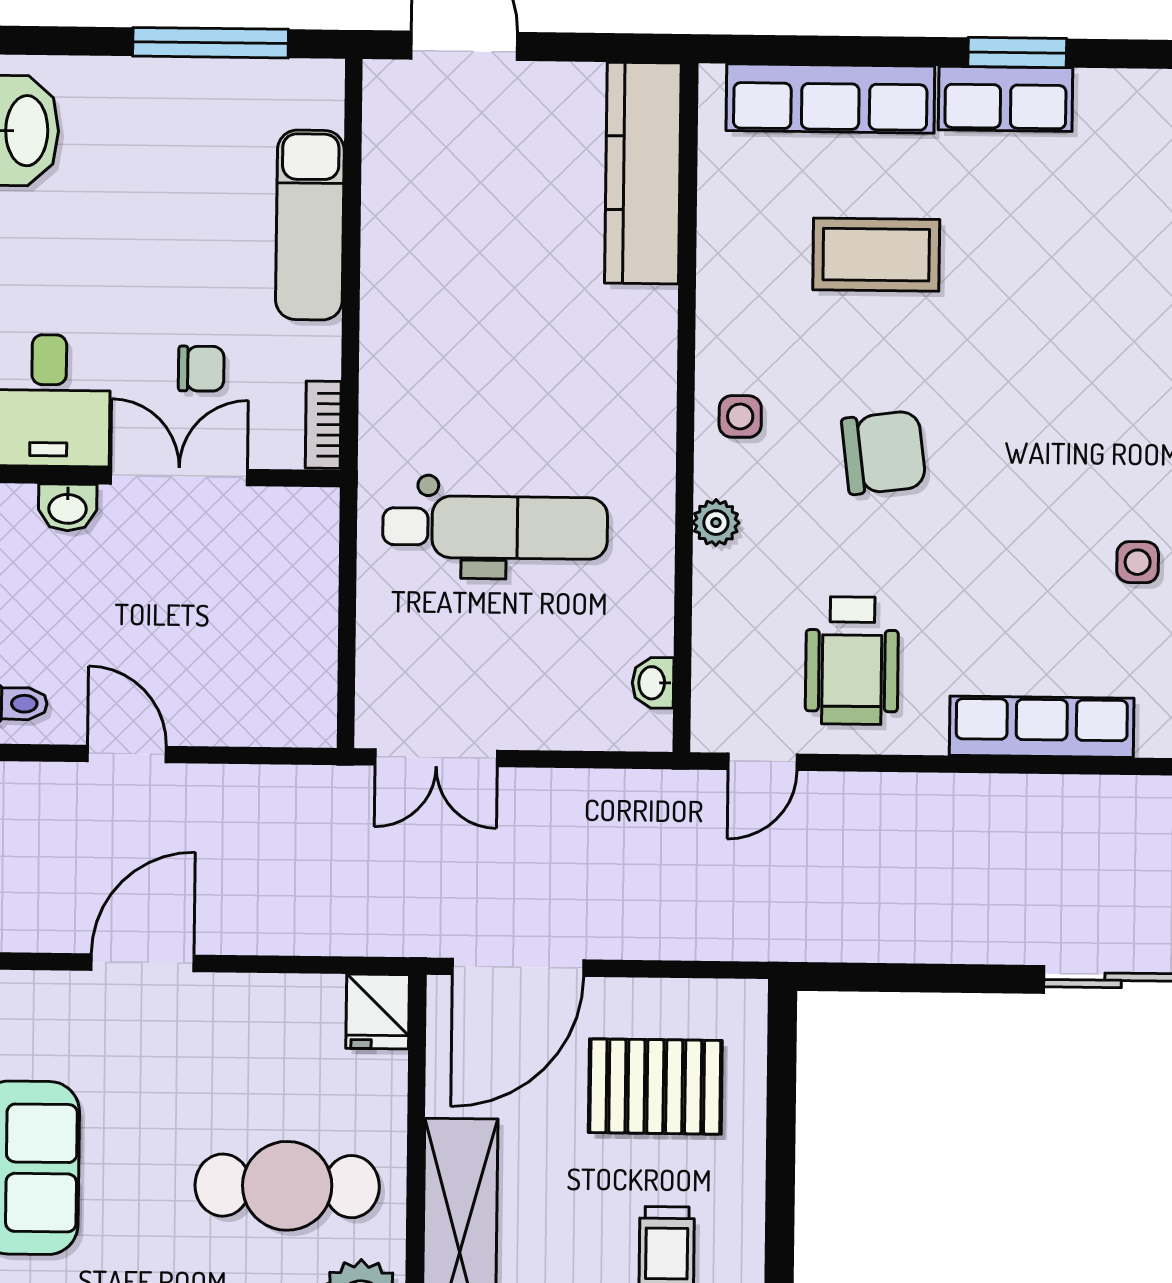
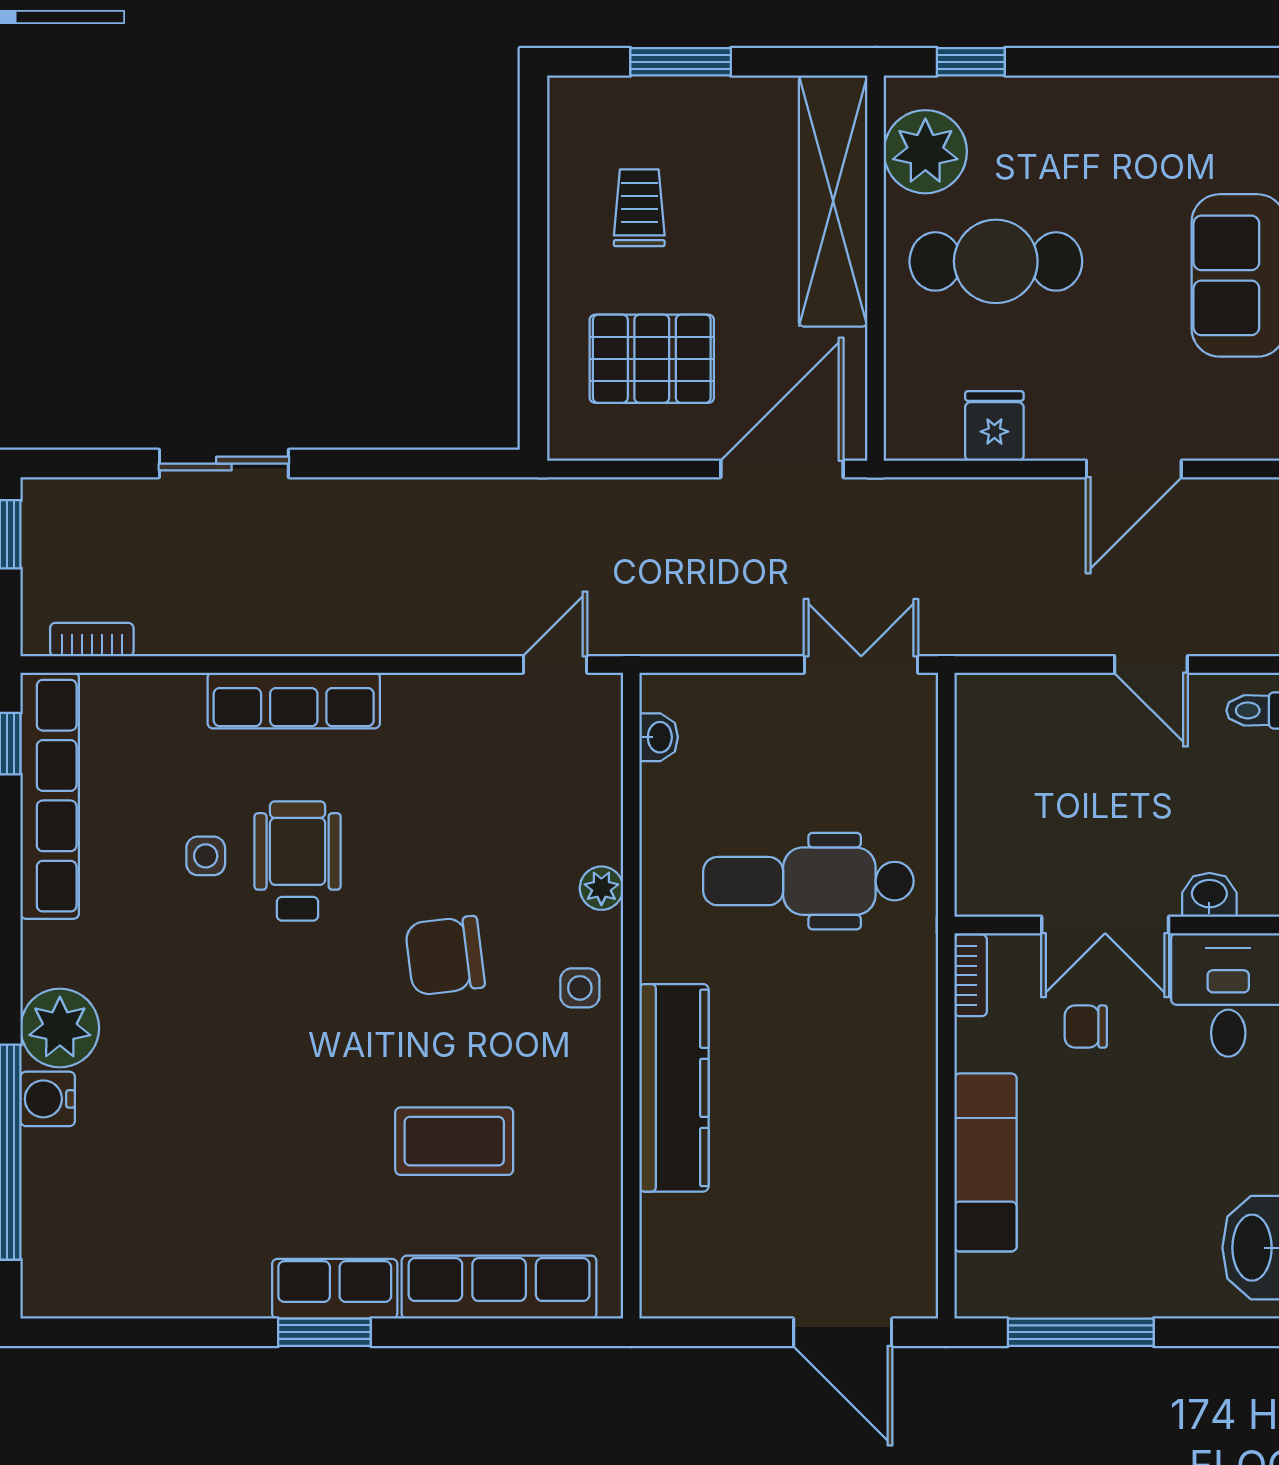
kitchen counter: (643, 173) -> (674, 1088), moved
wheelchair: (852, 660) -> (298, 861), moved
fridge: (378, 1011) -> (994, 426), moved

